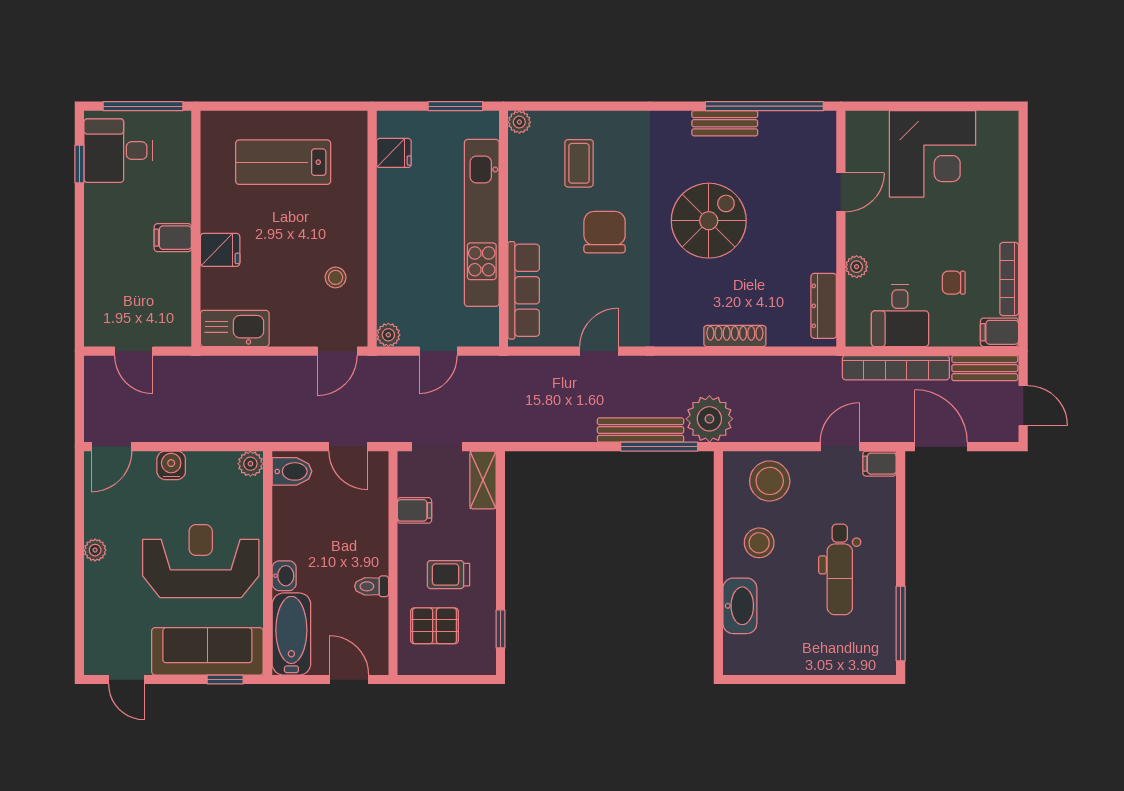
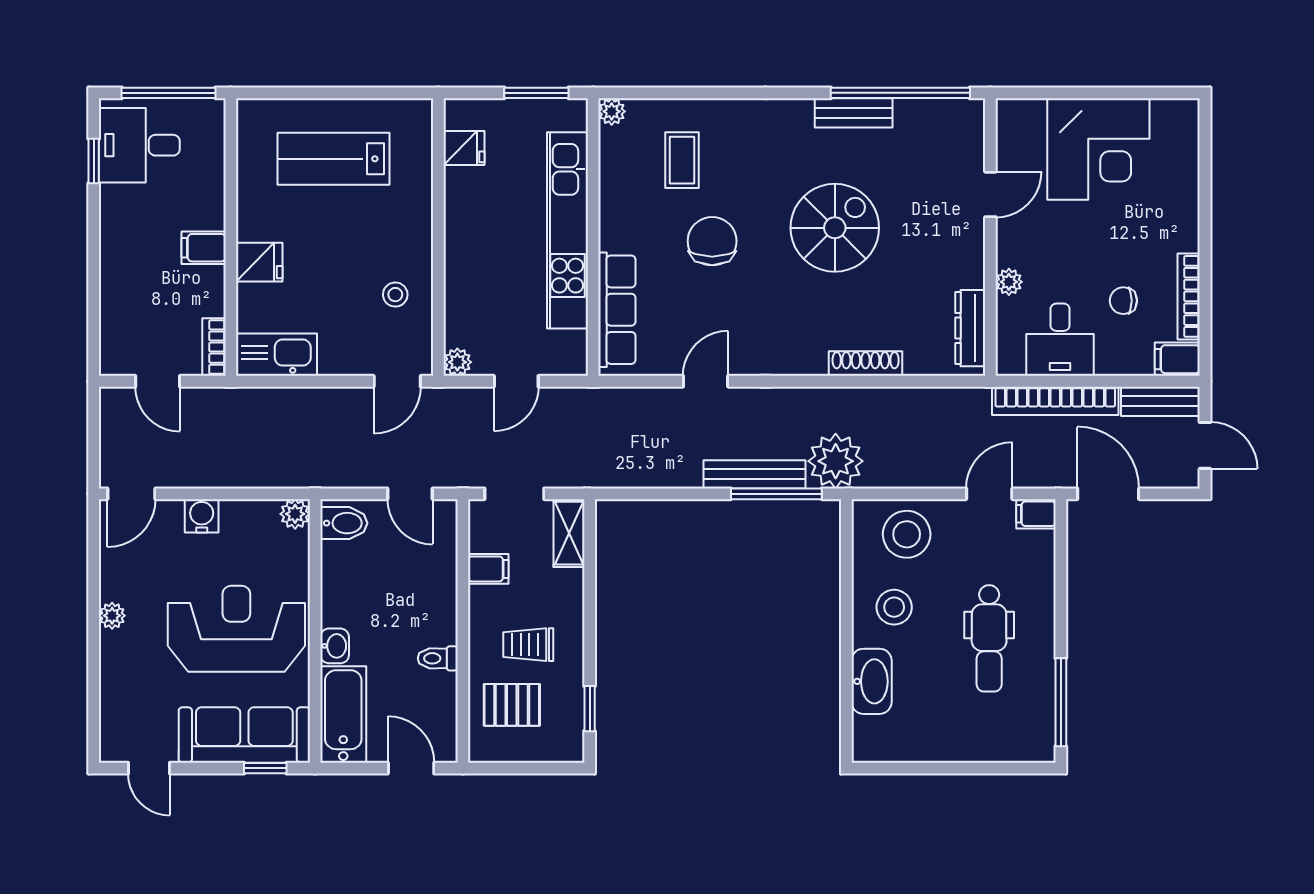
bookcase: (182, 322) -> (214, 347), added

